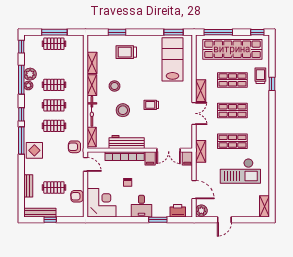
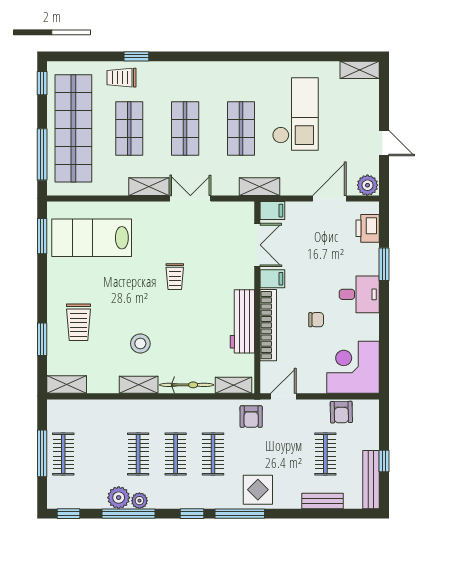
shelving: (92, 63) -> (67, 385), moved
stool: (123, 110) -> (184, 328), removed

